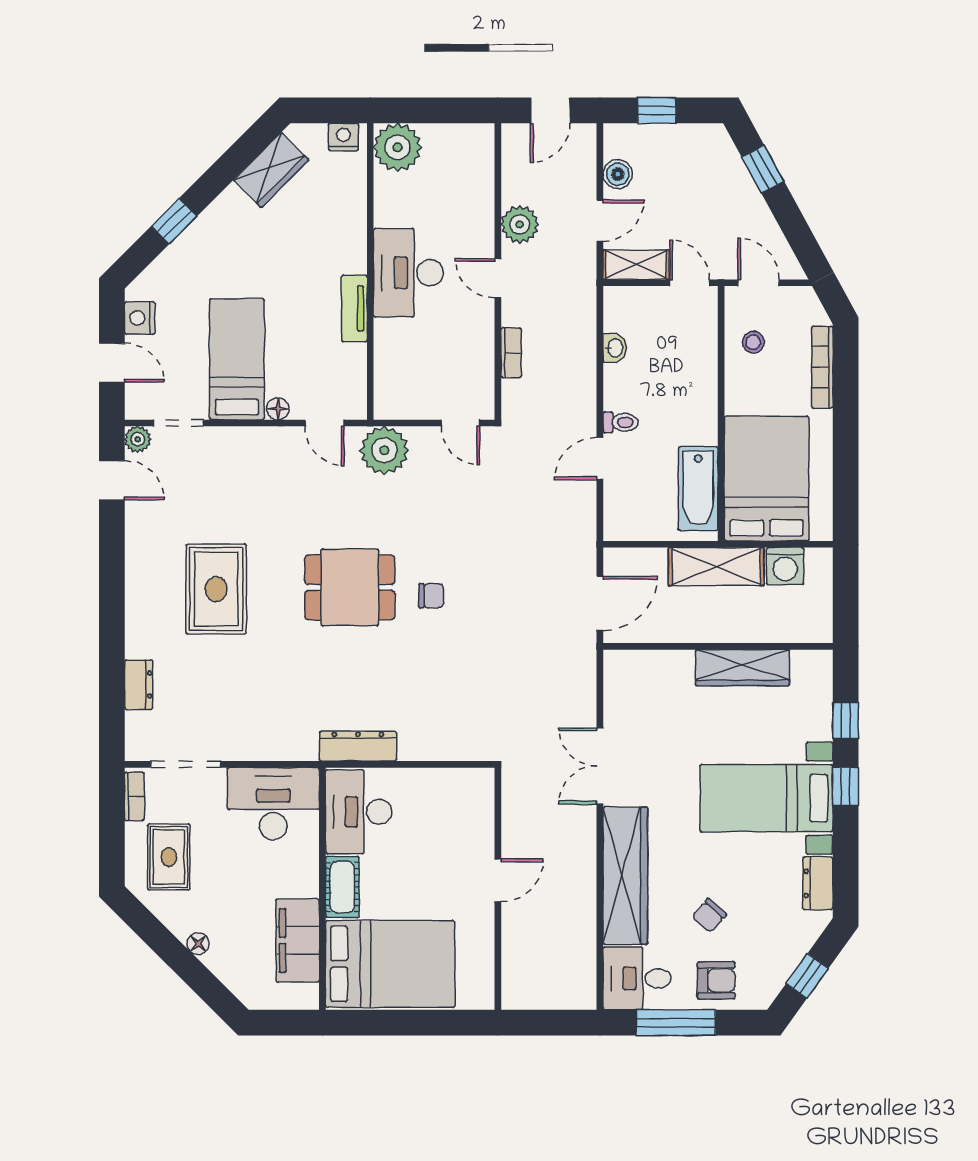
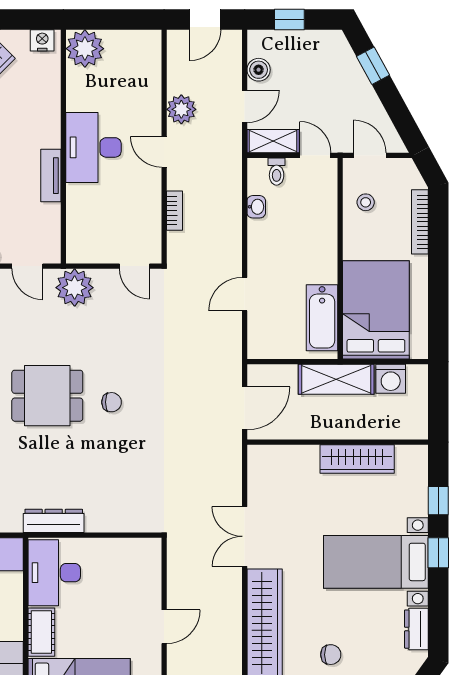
toilet: (620, 422) -> (277, 172), moved, turned 90
chair: (709, 916) -> (331, 655), turned -132

